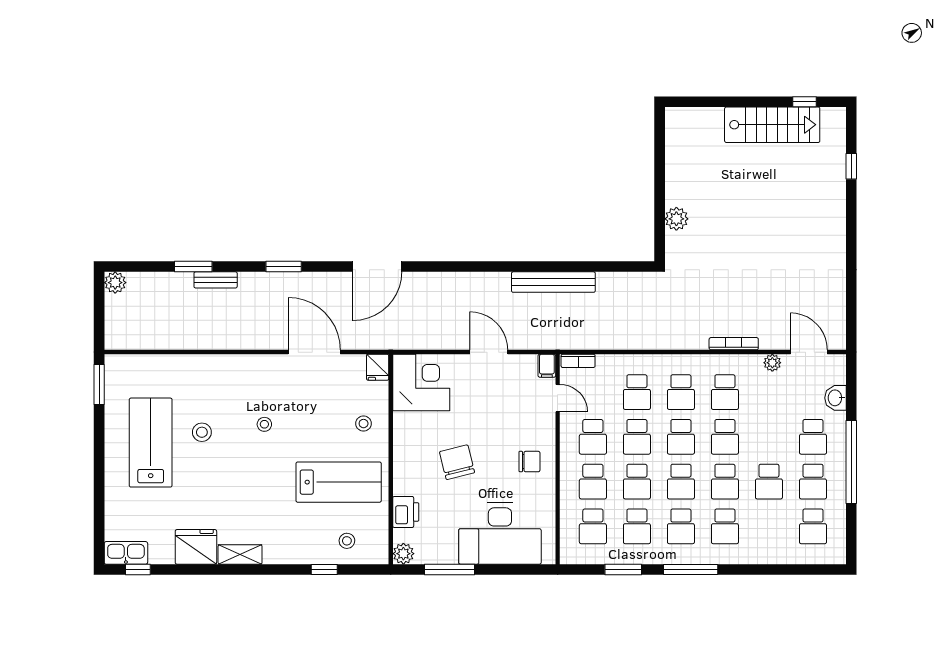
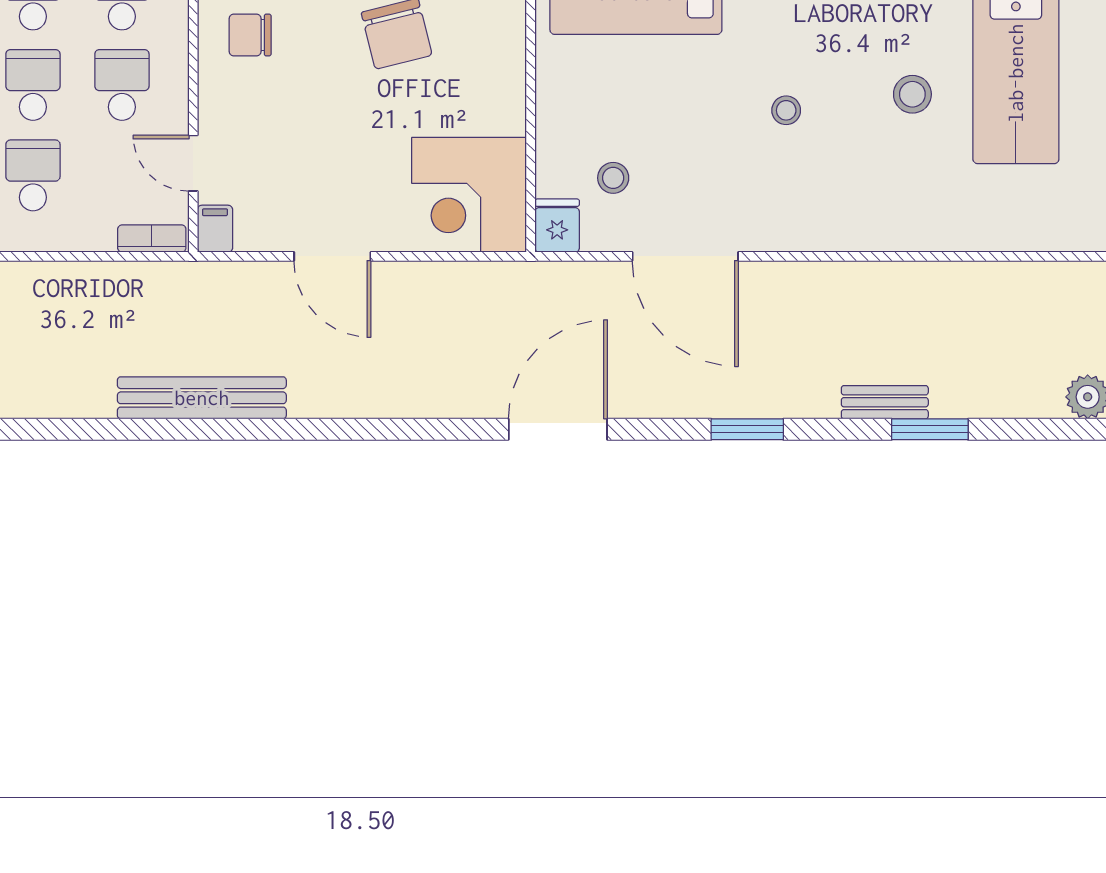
stool: (364, 424) -> (613, 178), moved

